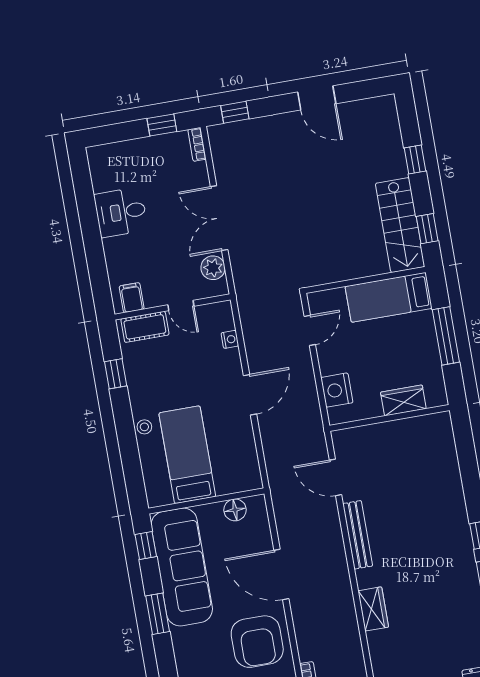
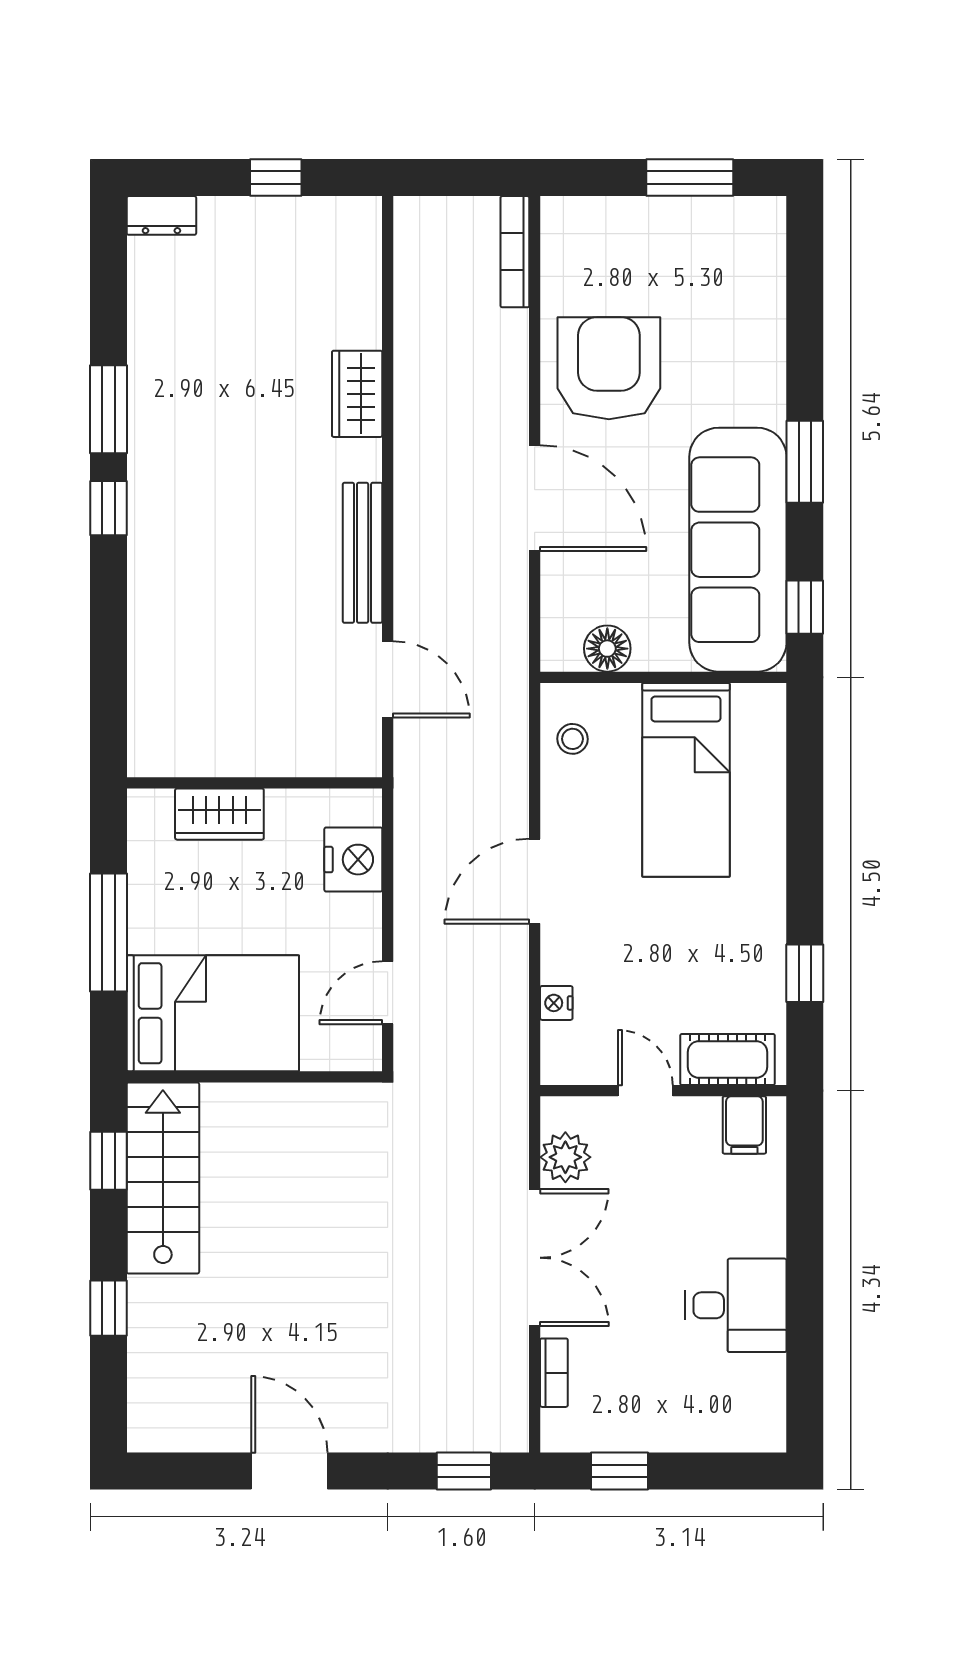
bookcase: (197, 144) -> (554, 1373), moved
bed: (389, 297) -> (213, 1013), width x1.50
stool: (144, 427) -> (573, 739), moved

